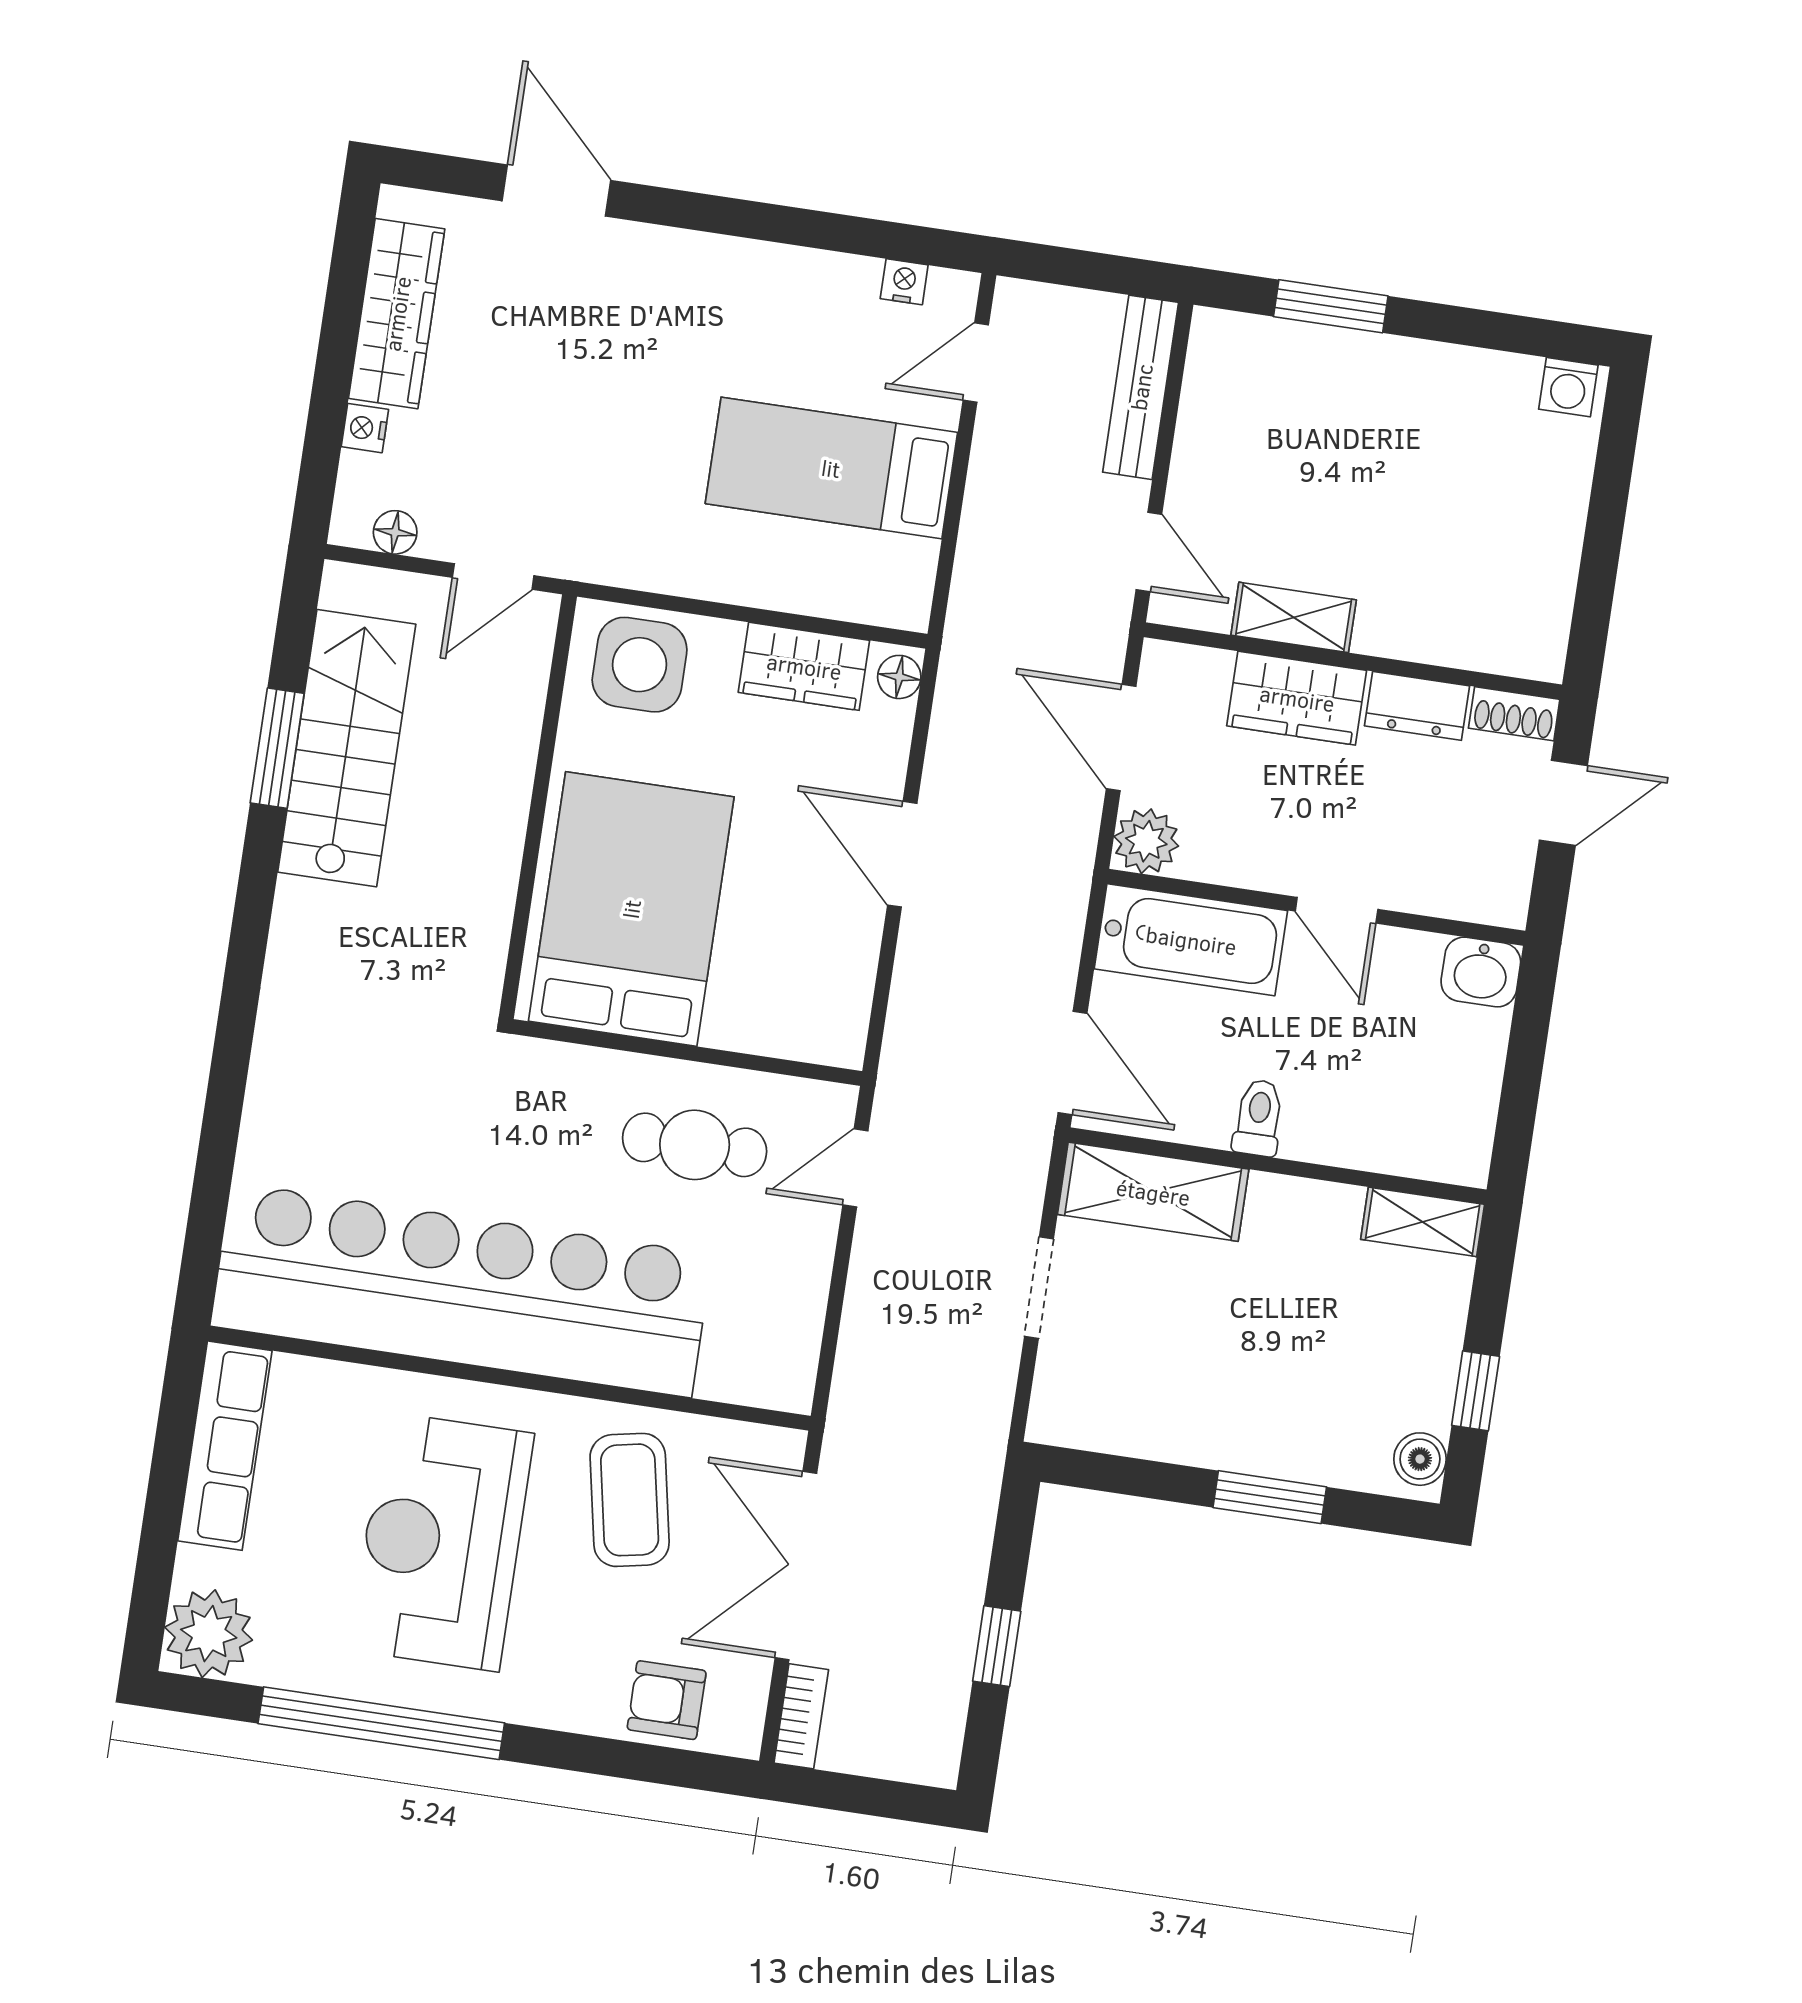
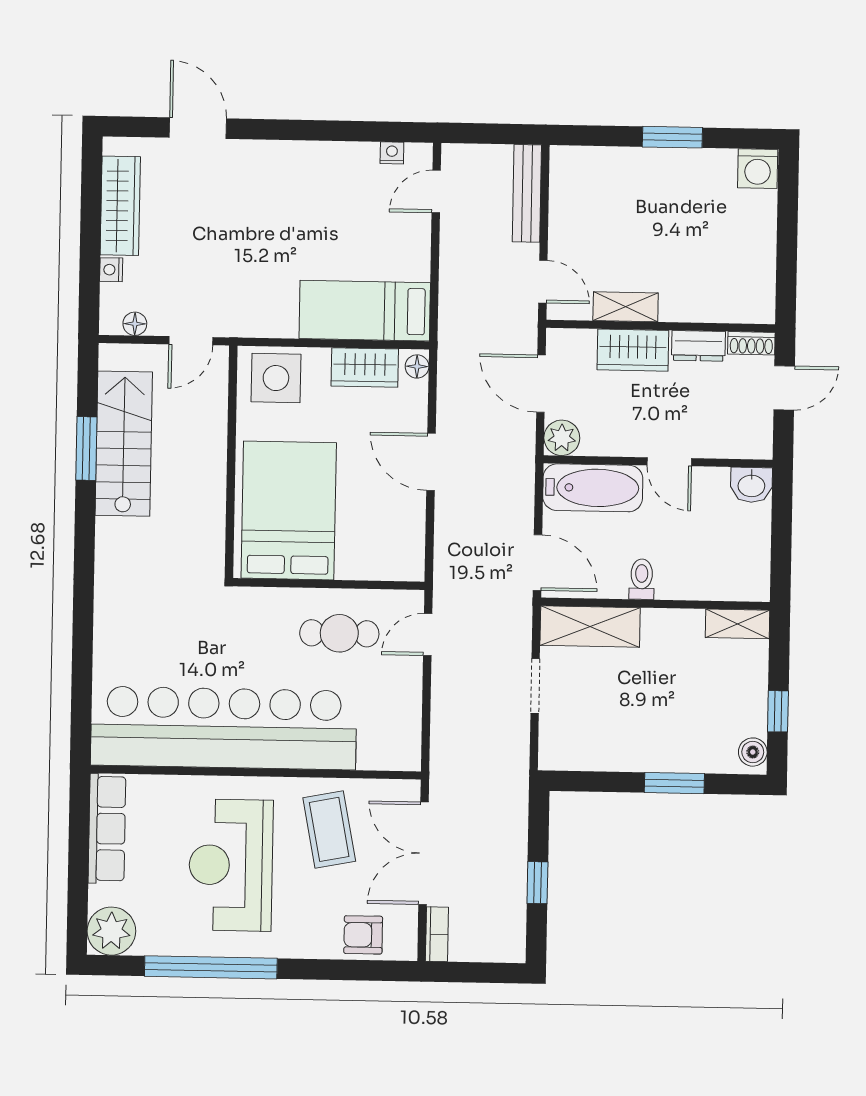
window: (1331, 306) -> (672, 137), moved
washing machine: (1568, 387) -> (758, 169), width x1.38, depth x1.38
bed: (831, 468) -> (365, 311), moved

